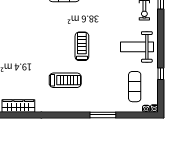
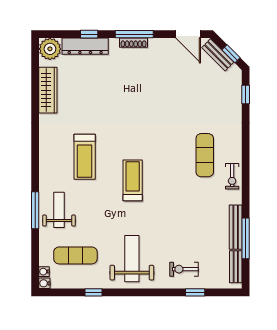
treadmill: (82, 46) -> (133, 180), turned -90
weight bench: (103, 98) -> (59, 210), added

